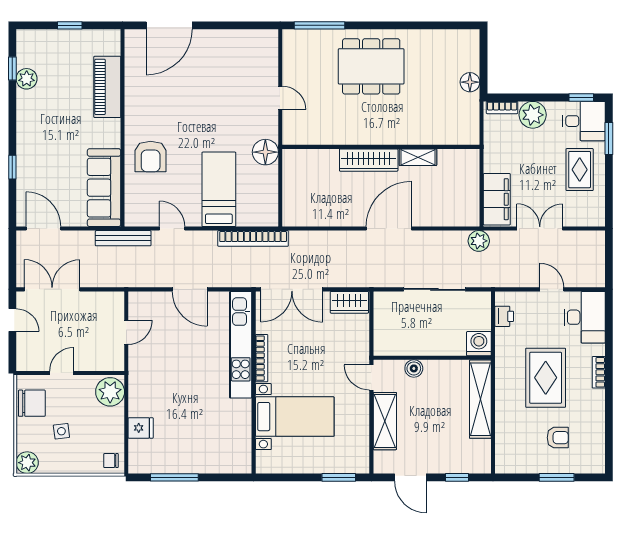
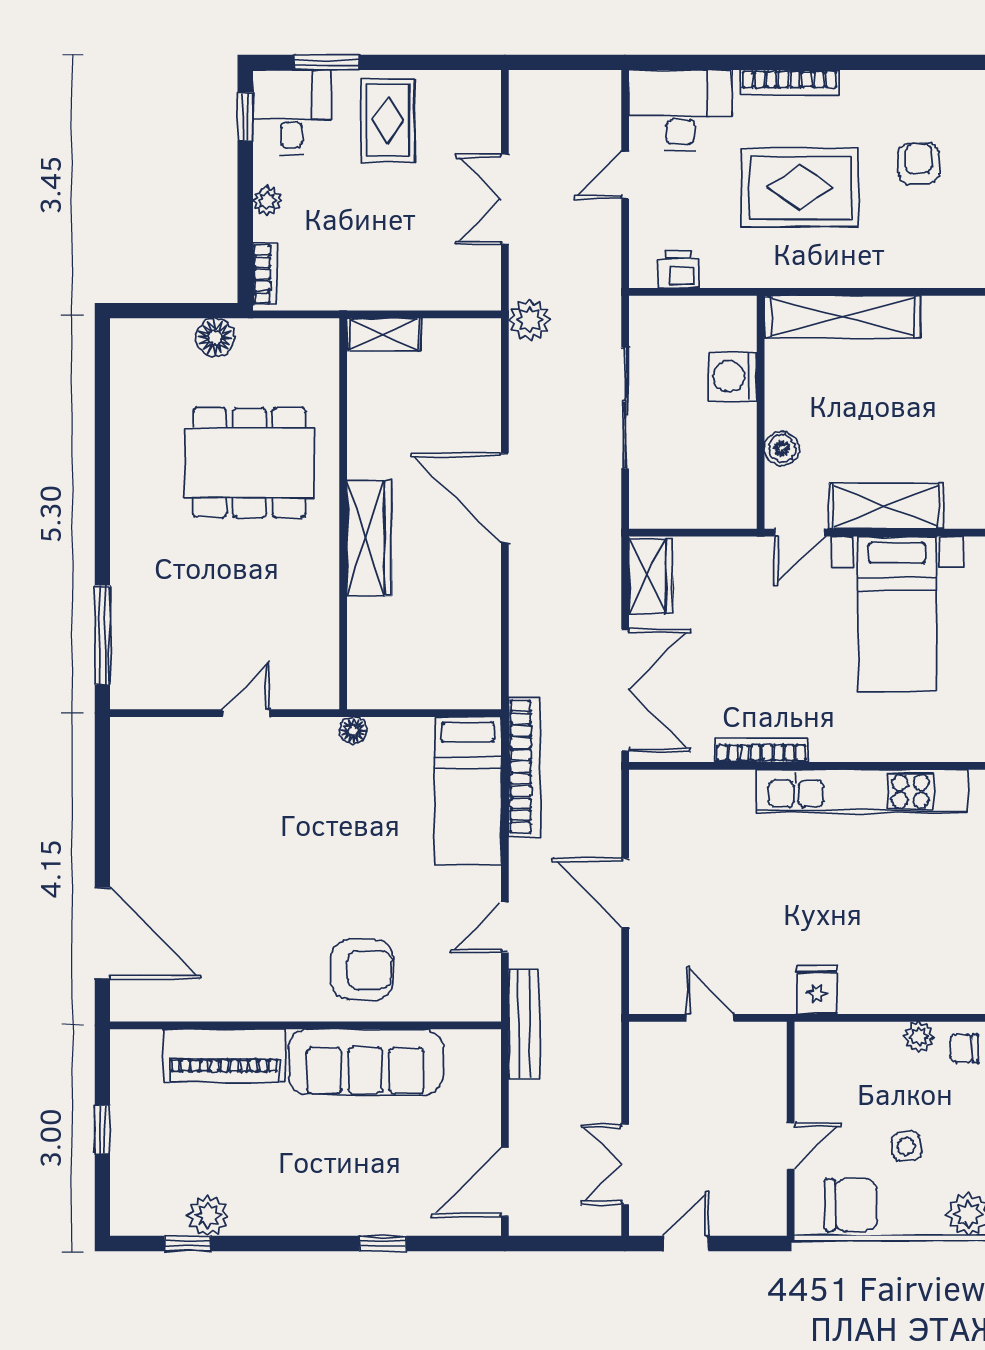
dining table: (371, 66) -> (249, 463), moved, turned 90
plant: (533, 115) -> (267, 201), width x0.53, depth x0.53
floor lamp: (265, 152) -> (353, 730), width x0.53, depth x0.53
shelving: (418, 157) -> (384, 335), moved, turned 90
rug: (580, 170) -> (388, 120), turned 90
sofa: (104, 188) -> (365, 1062), moved
bed: (219, 189) -> (468, 791), moved, turned -90
filing cabinet: (497, 199) -> (447, 284), removed
double door: (52, 289) -> (625, 1165), width x0.73
door: (190, 289) -> (625, 893), swing flipped
washing machine: (479, 344) -> (733, 376), moved
kitchen unit: (241, 345) -> (862, 791), moved
bookcase: (599, 372) -> (789, 82), width x1.56
door: (62, 373) -> (791, 1146), swing flipped
plant: (110, 392) -> (919, 1037), moved, width x0.53, depth x0.53
chair: (32, 403) -> (851, 1205), turned 90
bed with nightstands: (295, 417) -> (897, 614), moved, turned 180
fridge: (141, 428) -> (817, 989), moved
chair: (111, 461) -> (964, 1048), turned 90

